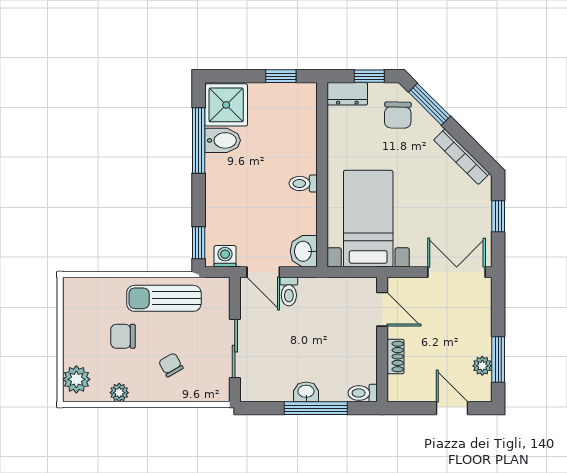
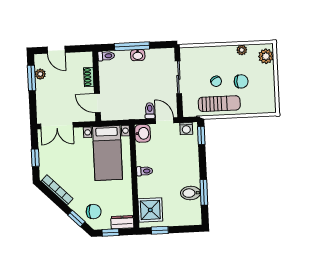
window: (429, 104) -> (76, 218), width x0.67
shower: (226, 105) -> (150, 210), moved
chair: (398, 115) -> (94, 212), turned 89
window: (199, 141) -> (204, 192), width x0.69
chair: (171, 365) -> (216, 81), moved

